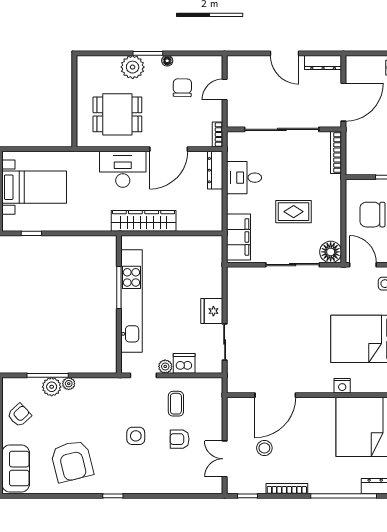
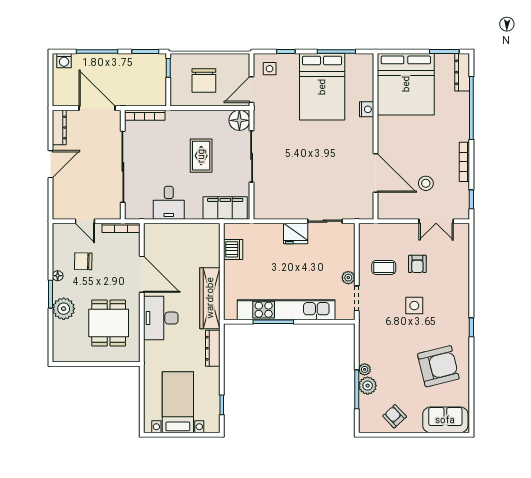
bookcase: (218, 134) -> (121, 228), width x1.56
dresser: (215, 170) -> (213, 348), moved, turned 90
dishwasher: (184, 363) -> (233, 249), moved, turned 180

